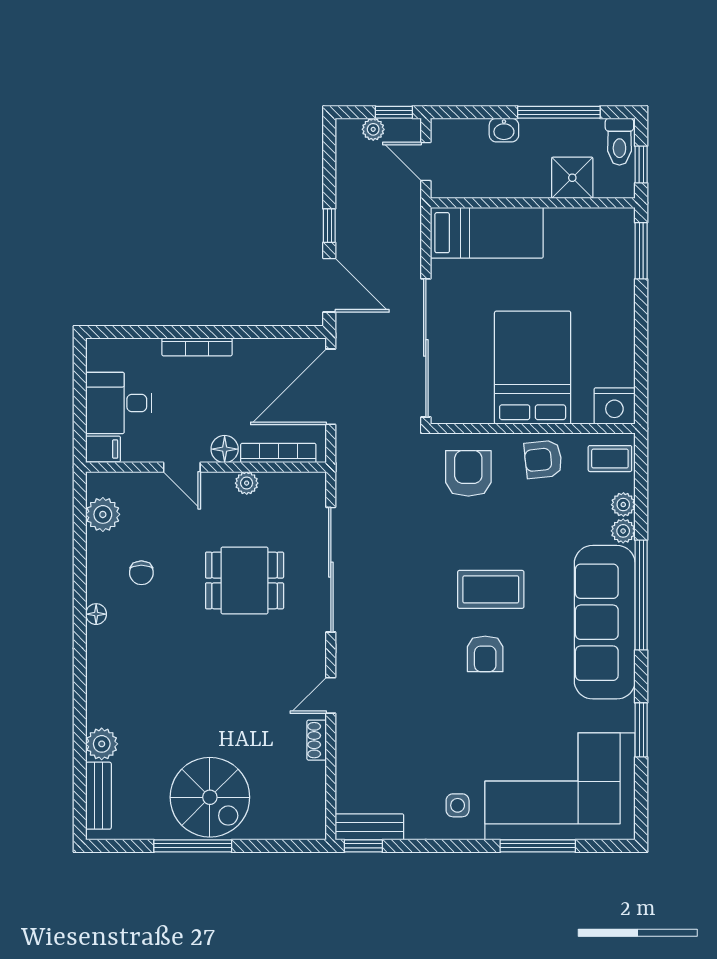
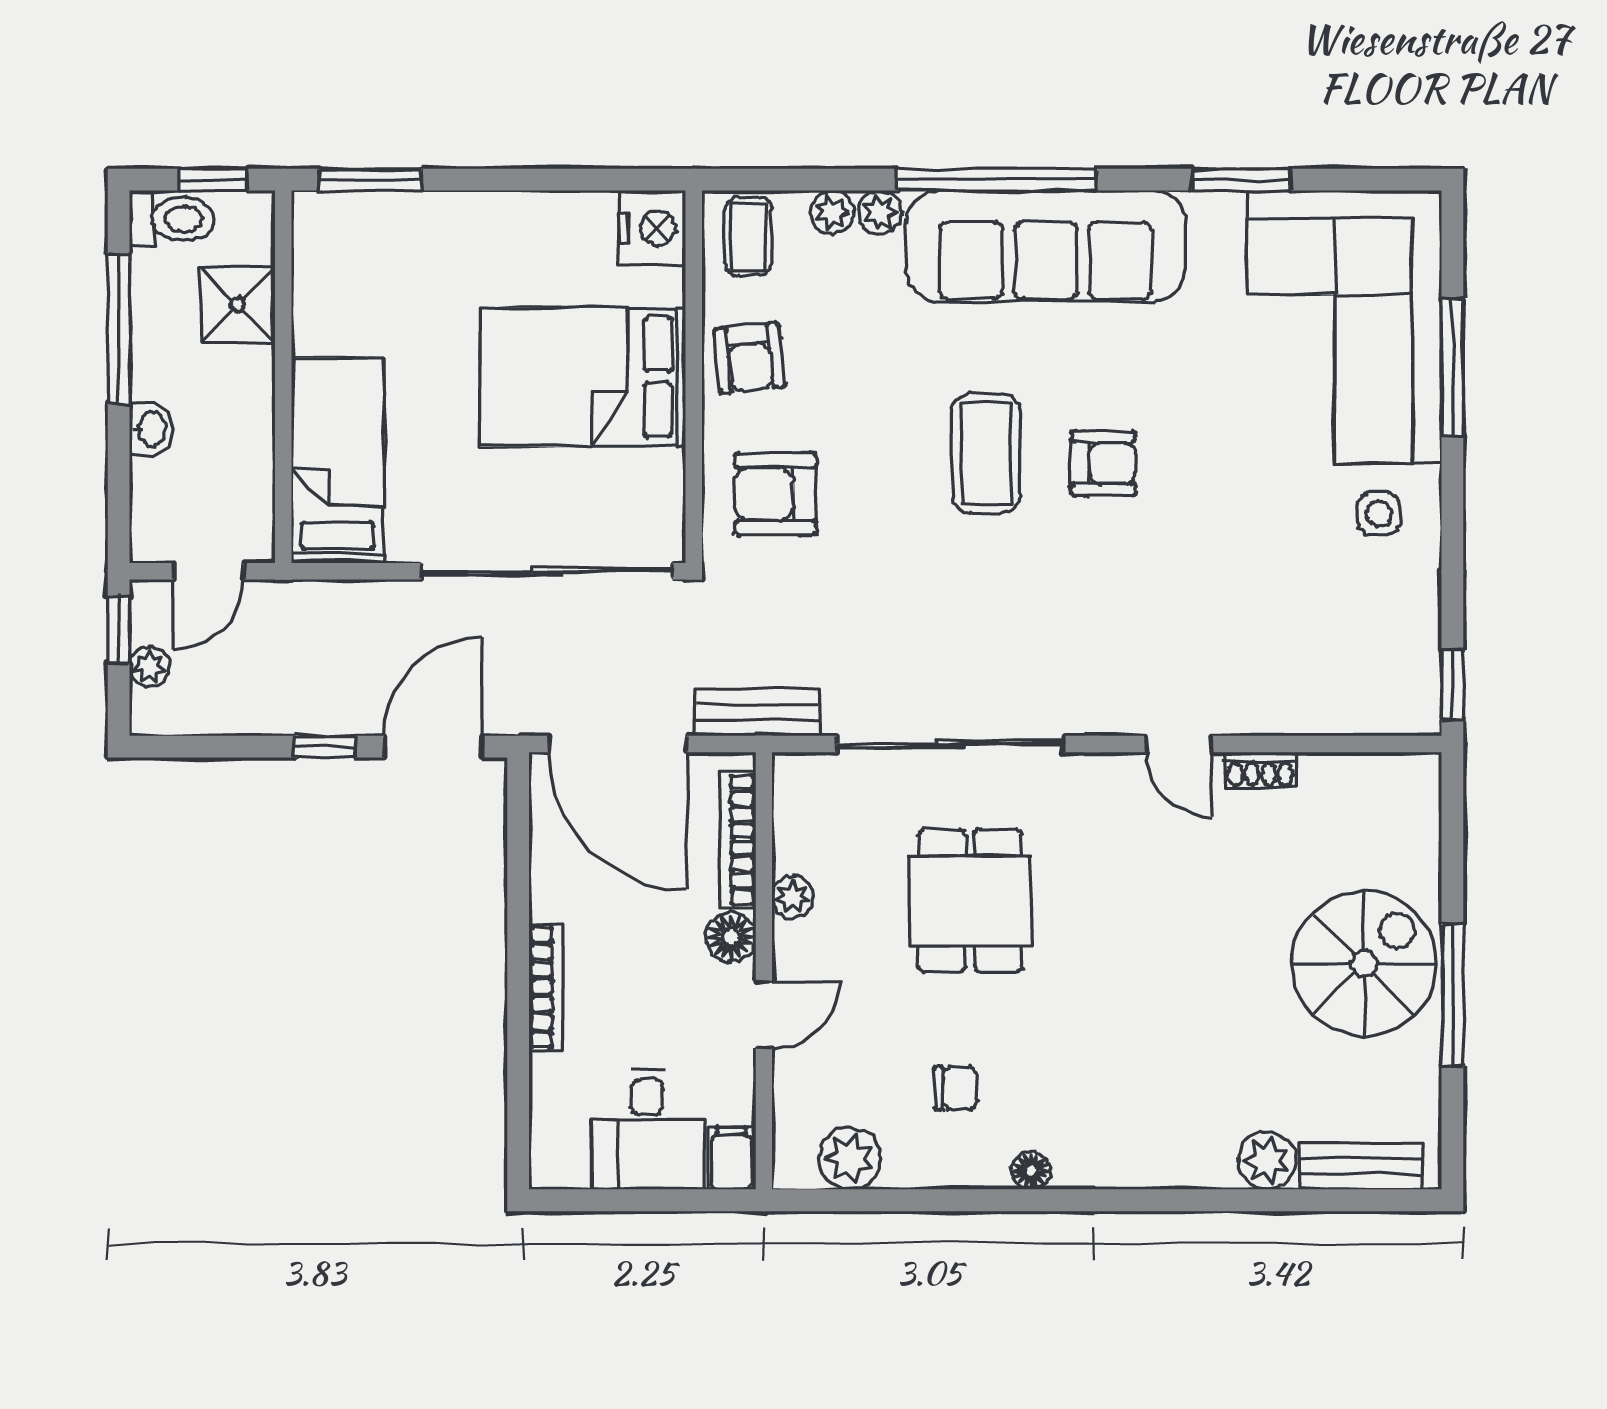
bench: (369, 827) -> (757, 712), moved, turned 90

